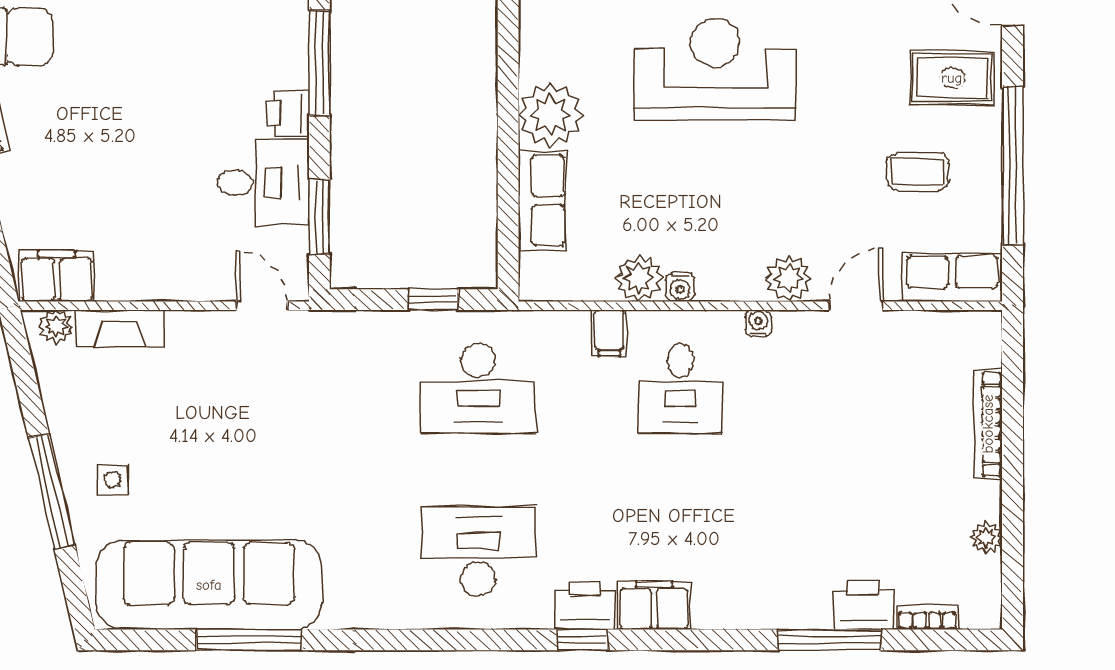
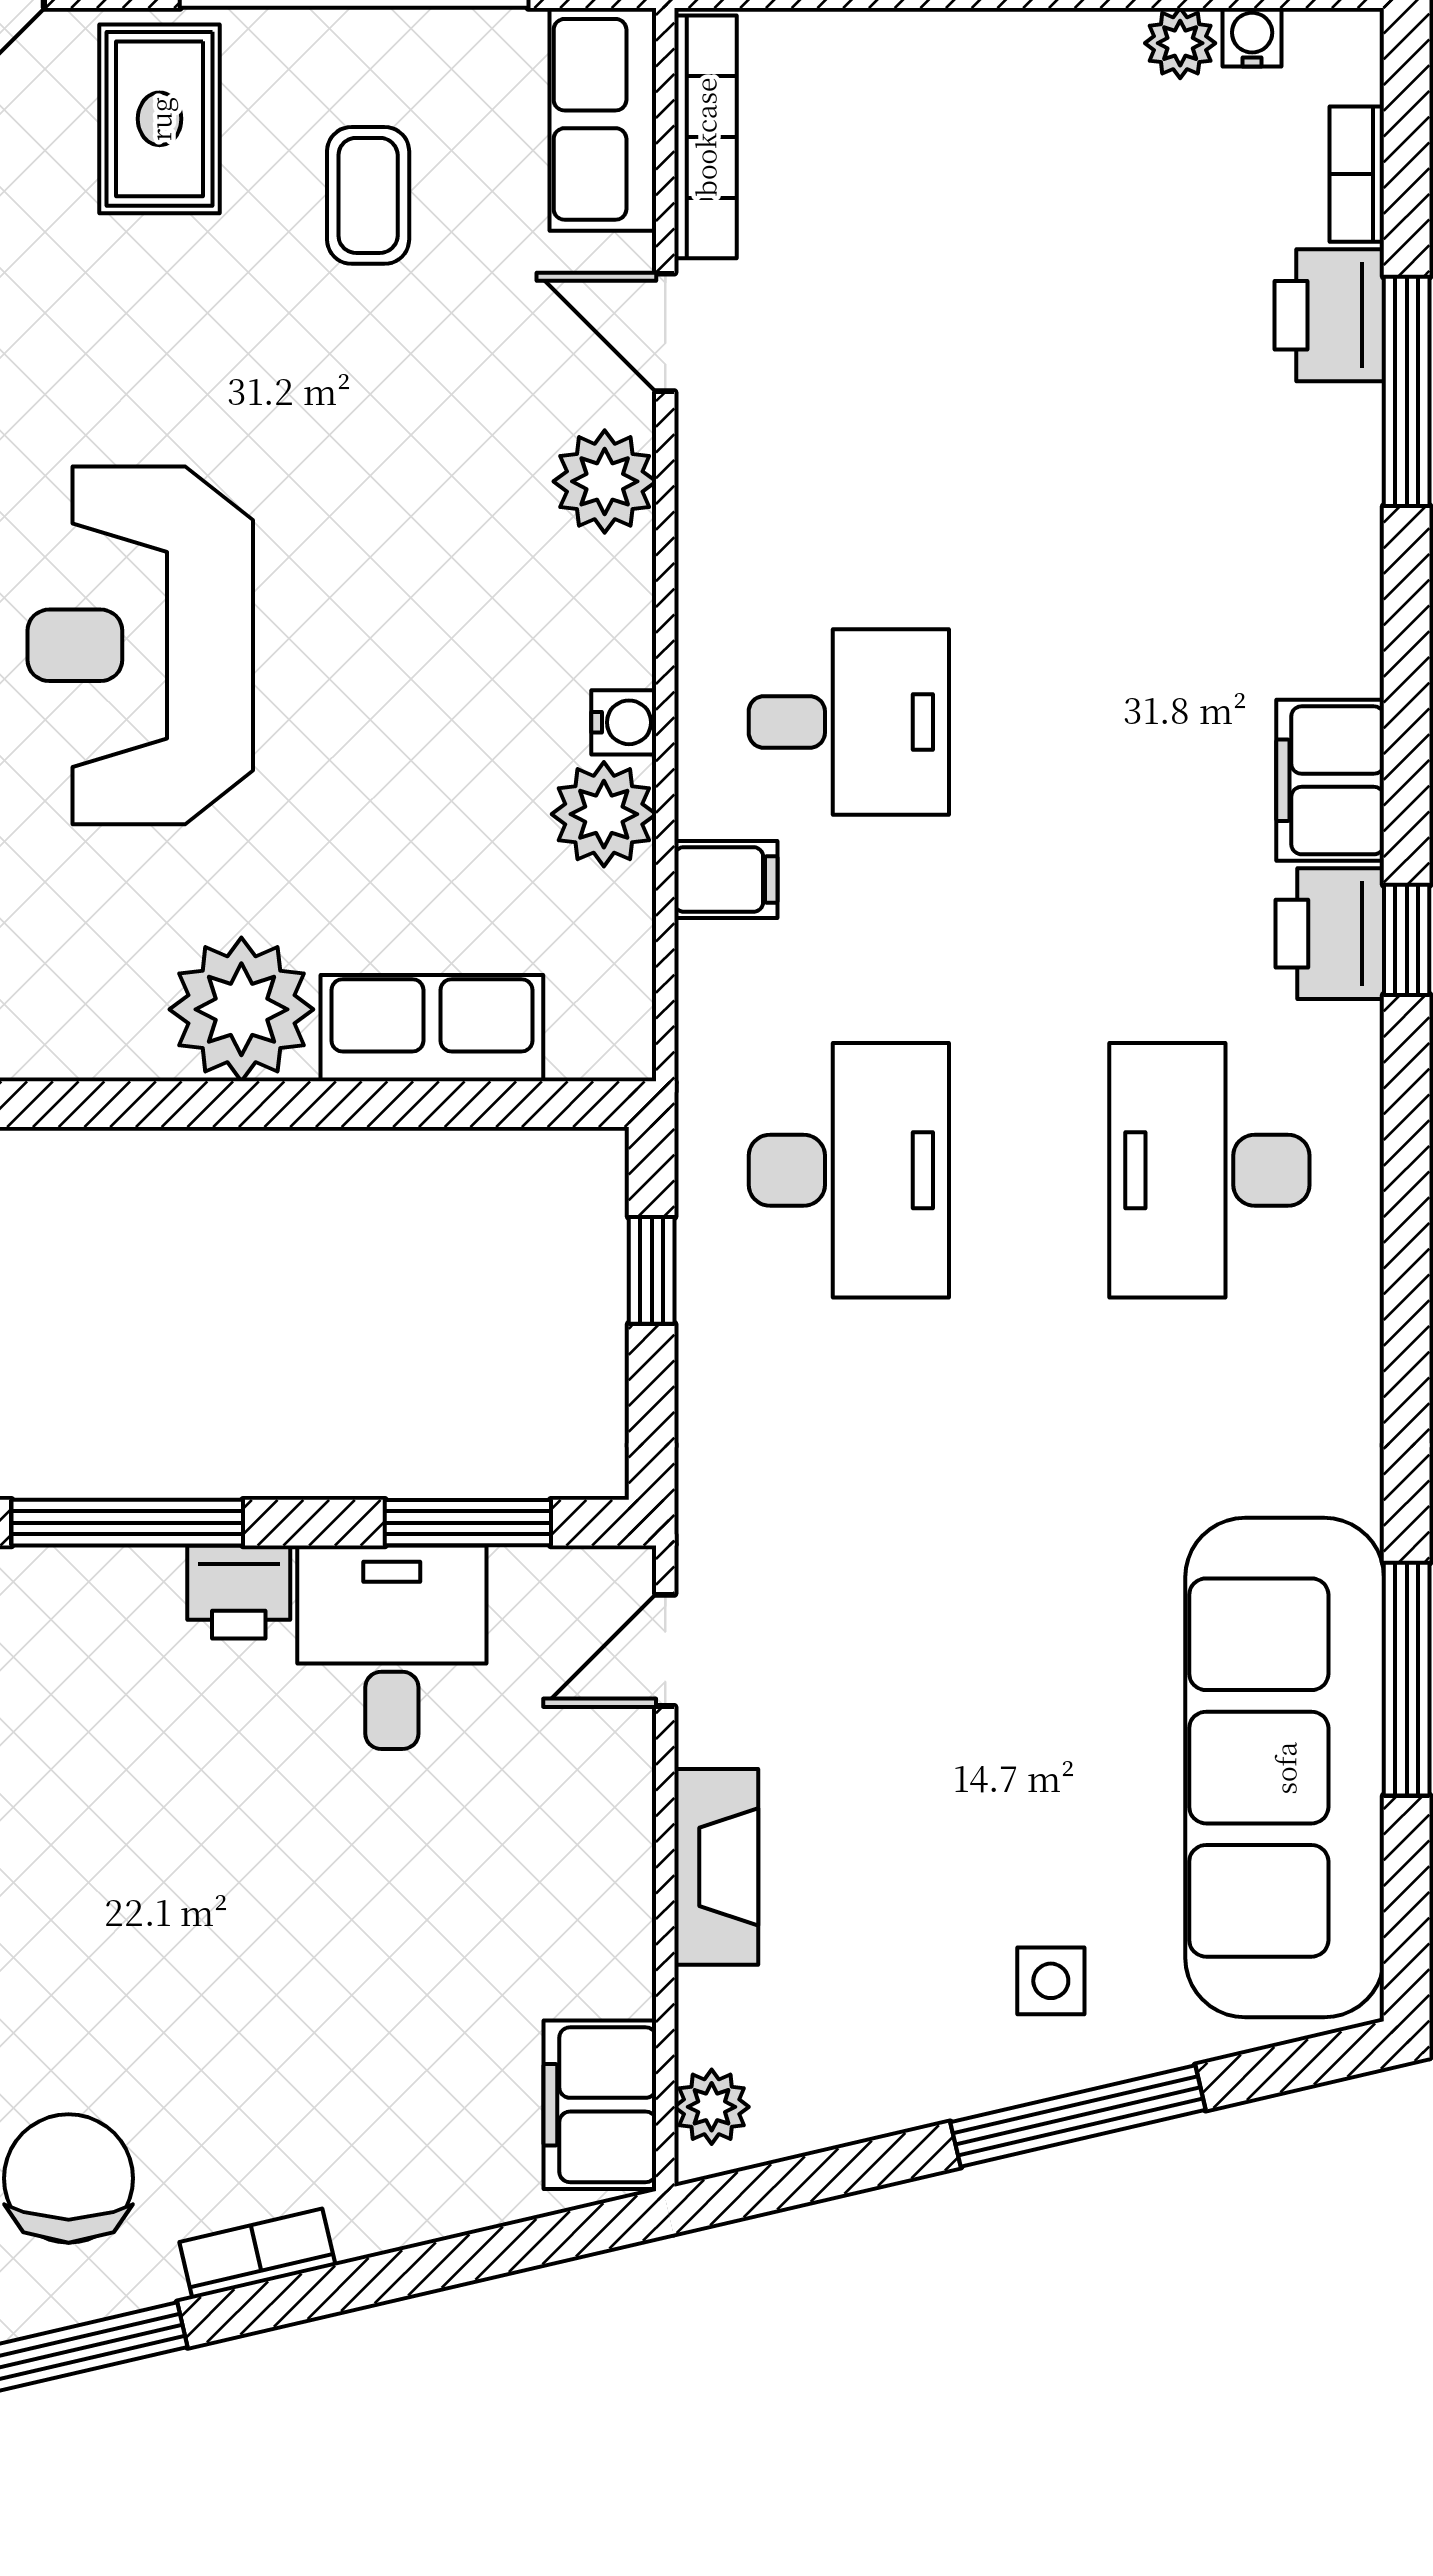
water cooler: (758, 323) -> (1252, 37), moved, turned 90
fireplace: (120, 329) -> (716, 1867), moved
bookcase: (988, 424) -> (705, 137), moved, turned -90

